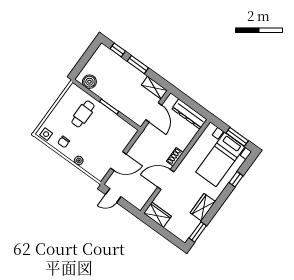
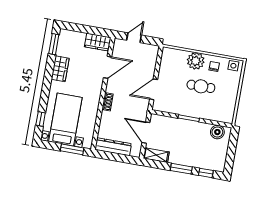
cafe table: (83, 114) -> (201, 86), moved, turned 90
window: (237, 137) -> (72, 149), moved
plant: (79, 161) -> (196, 61), width x1.88, depth x1.88
door: (118, 161) -> (154, 89), moved
window: (236, 179) -> (41, 119), moved
door: (166, 180) -> (107, 67), moved
door: (113, 196) -> (134, 38), moved

